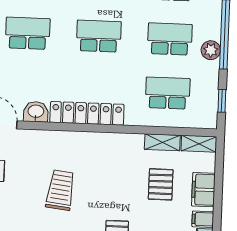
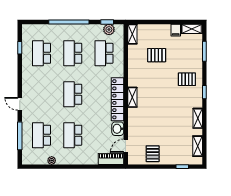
plant: (211, 50) -> (109, 29), moved
shelving: (162, 142) -> (132, 97), moved
trolley: (60, 190) -> (162, 113), removed
filing cabinet: (203, 190) -> (159, 30), removed

